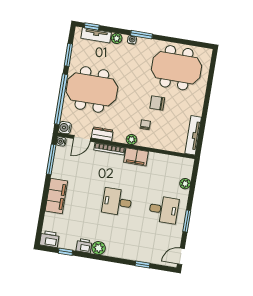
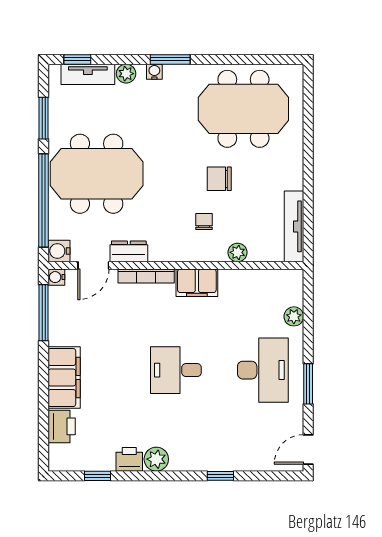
plant: (131, 139) -> (237, 252), moved
desk: (164, 210) -> (263, 370), width x1.37
printer: (49, 239) -> (62, 426), moved, turned 90
window: (143, 264) -> (220, 476), moved

